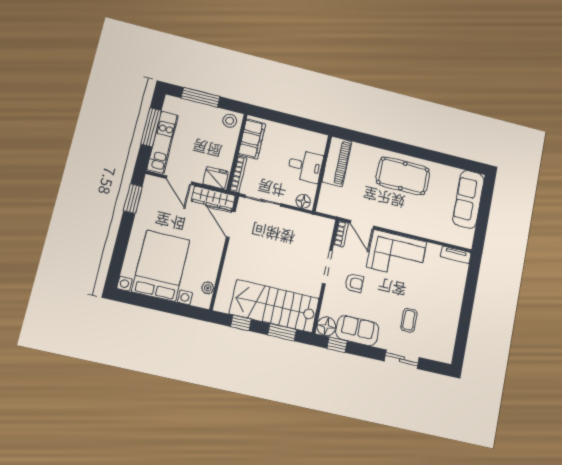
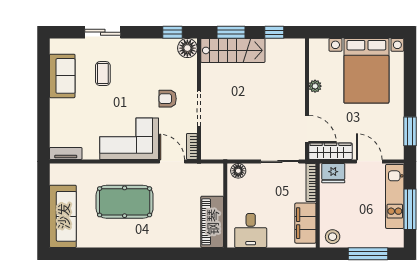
desk: (305, 166) -> (251, 230), moved, turned -90
pool table: (403, 176) -> (125, 202), moved
plant: (208, 288) -> (315, 86), moved
stairs: (274, 306) -> (233, 50), width x0.73, depth x0.66
sofa: (357, 331) -> (62, 76), moved, turned -90

